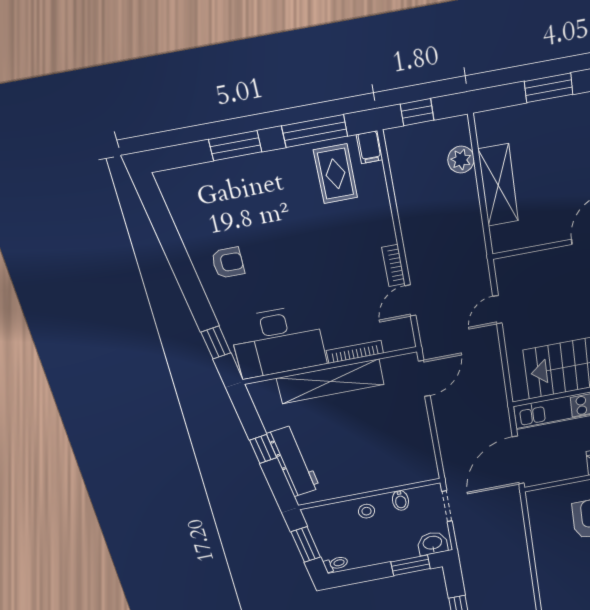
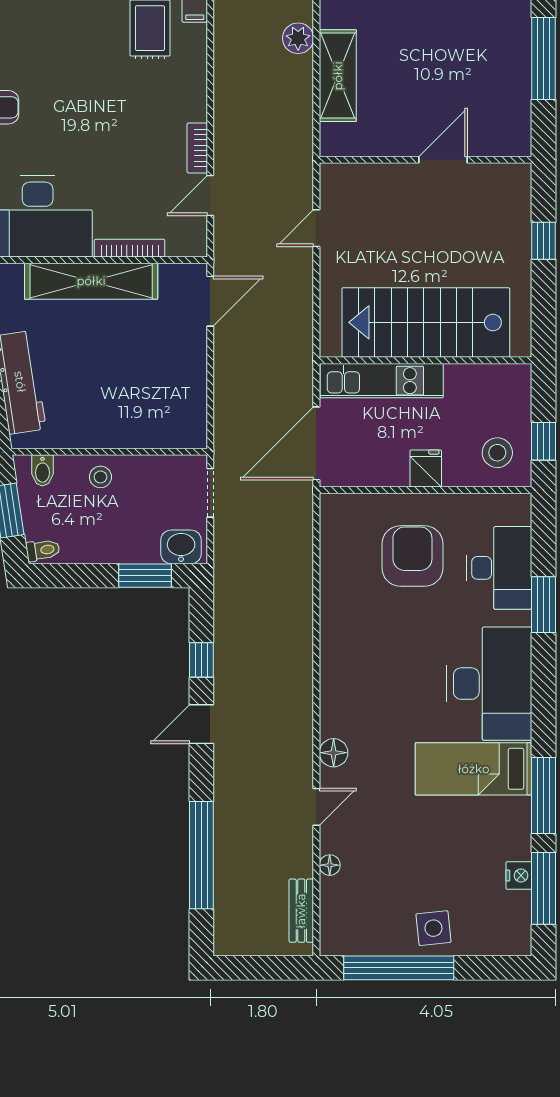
bidet: (400, 500) -> (42, 470), moved

